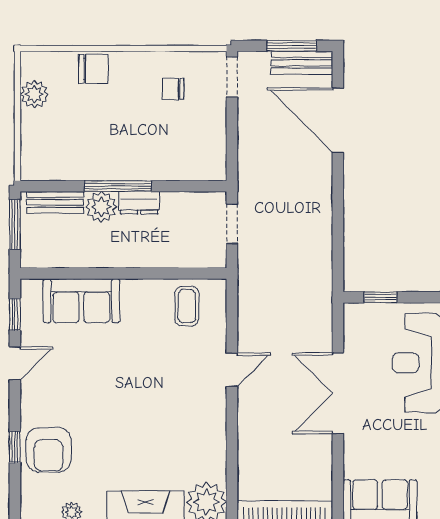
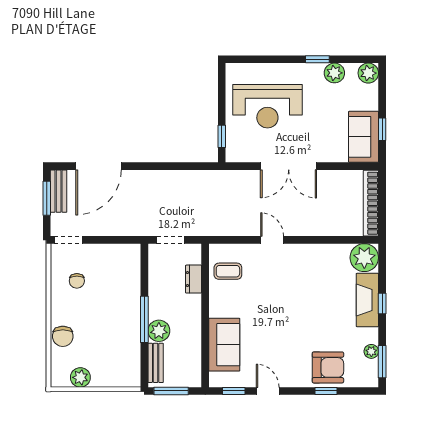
chair: (93, 69) -> (63, 336), turned 180
dresser: (139, 203) -> (194, 279), moved, turned 180

